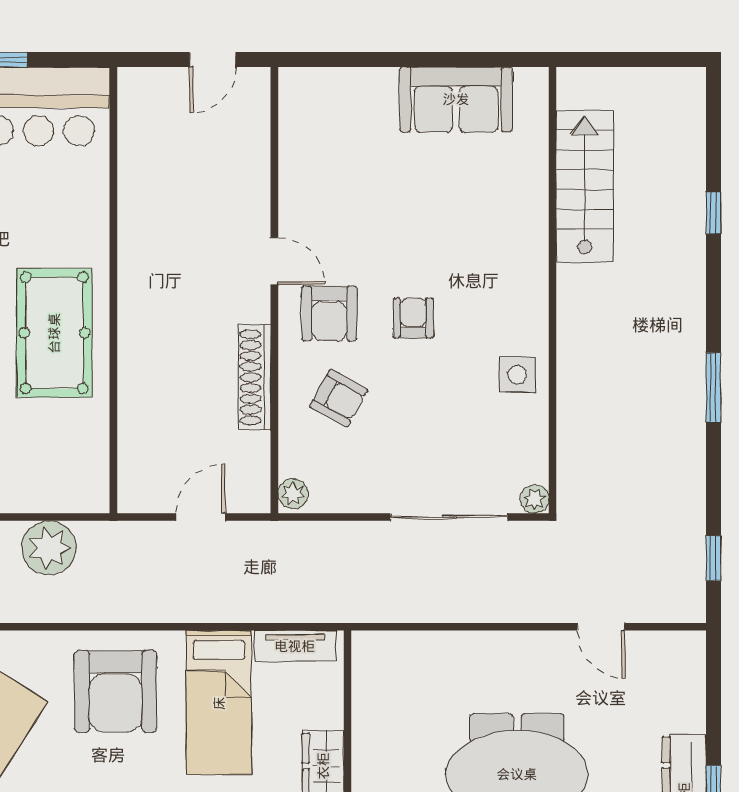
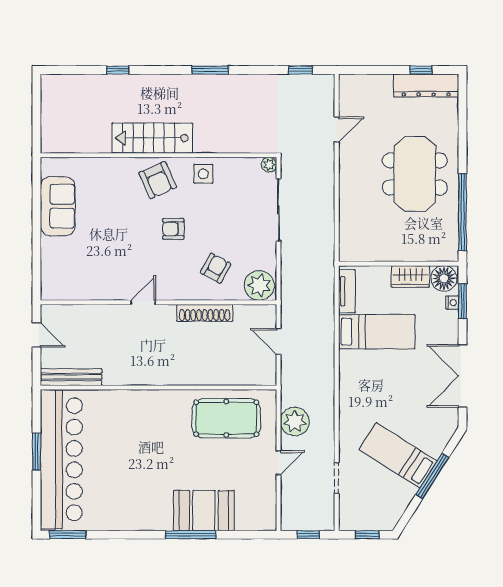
bench: (133, 125) -> (71, 377), added
stairs: (585, 186) -> (152, 138), moved
armchair: (329, 313) -> (158, 180), moved, turned 66
pool table: (54, 333) -> (226, 418), moved
plant: (293, 494) -> (259, 286), width x1.87, depth x1.87
armchair: (116, 691) -> (371, 386), removed

